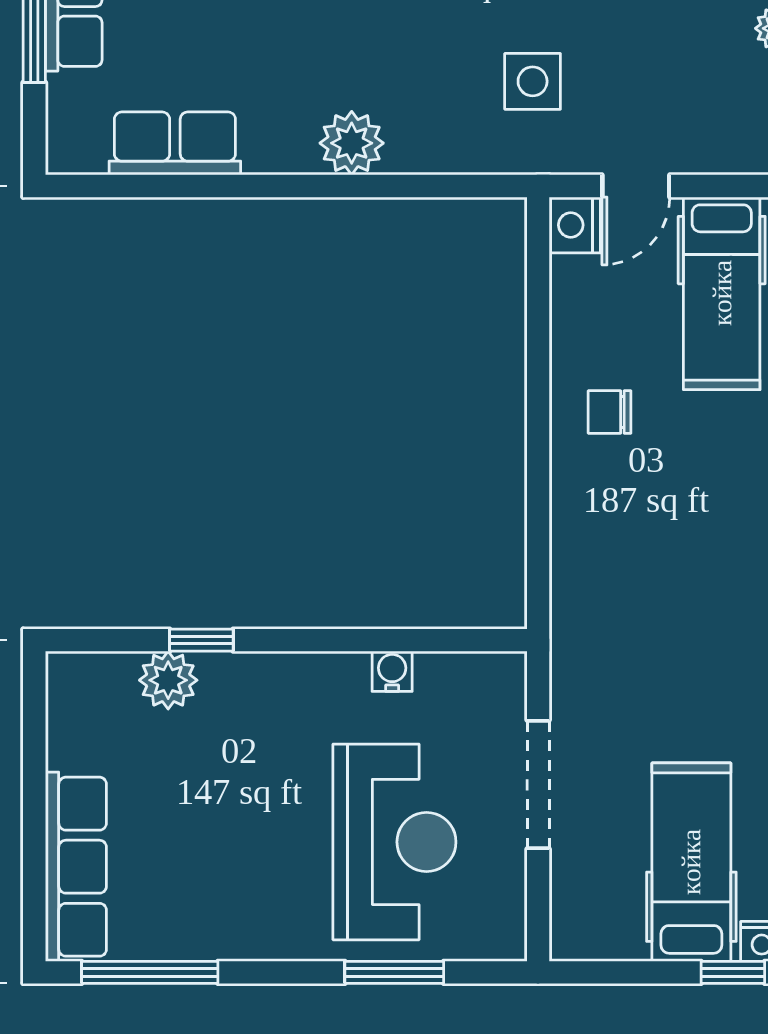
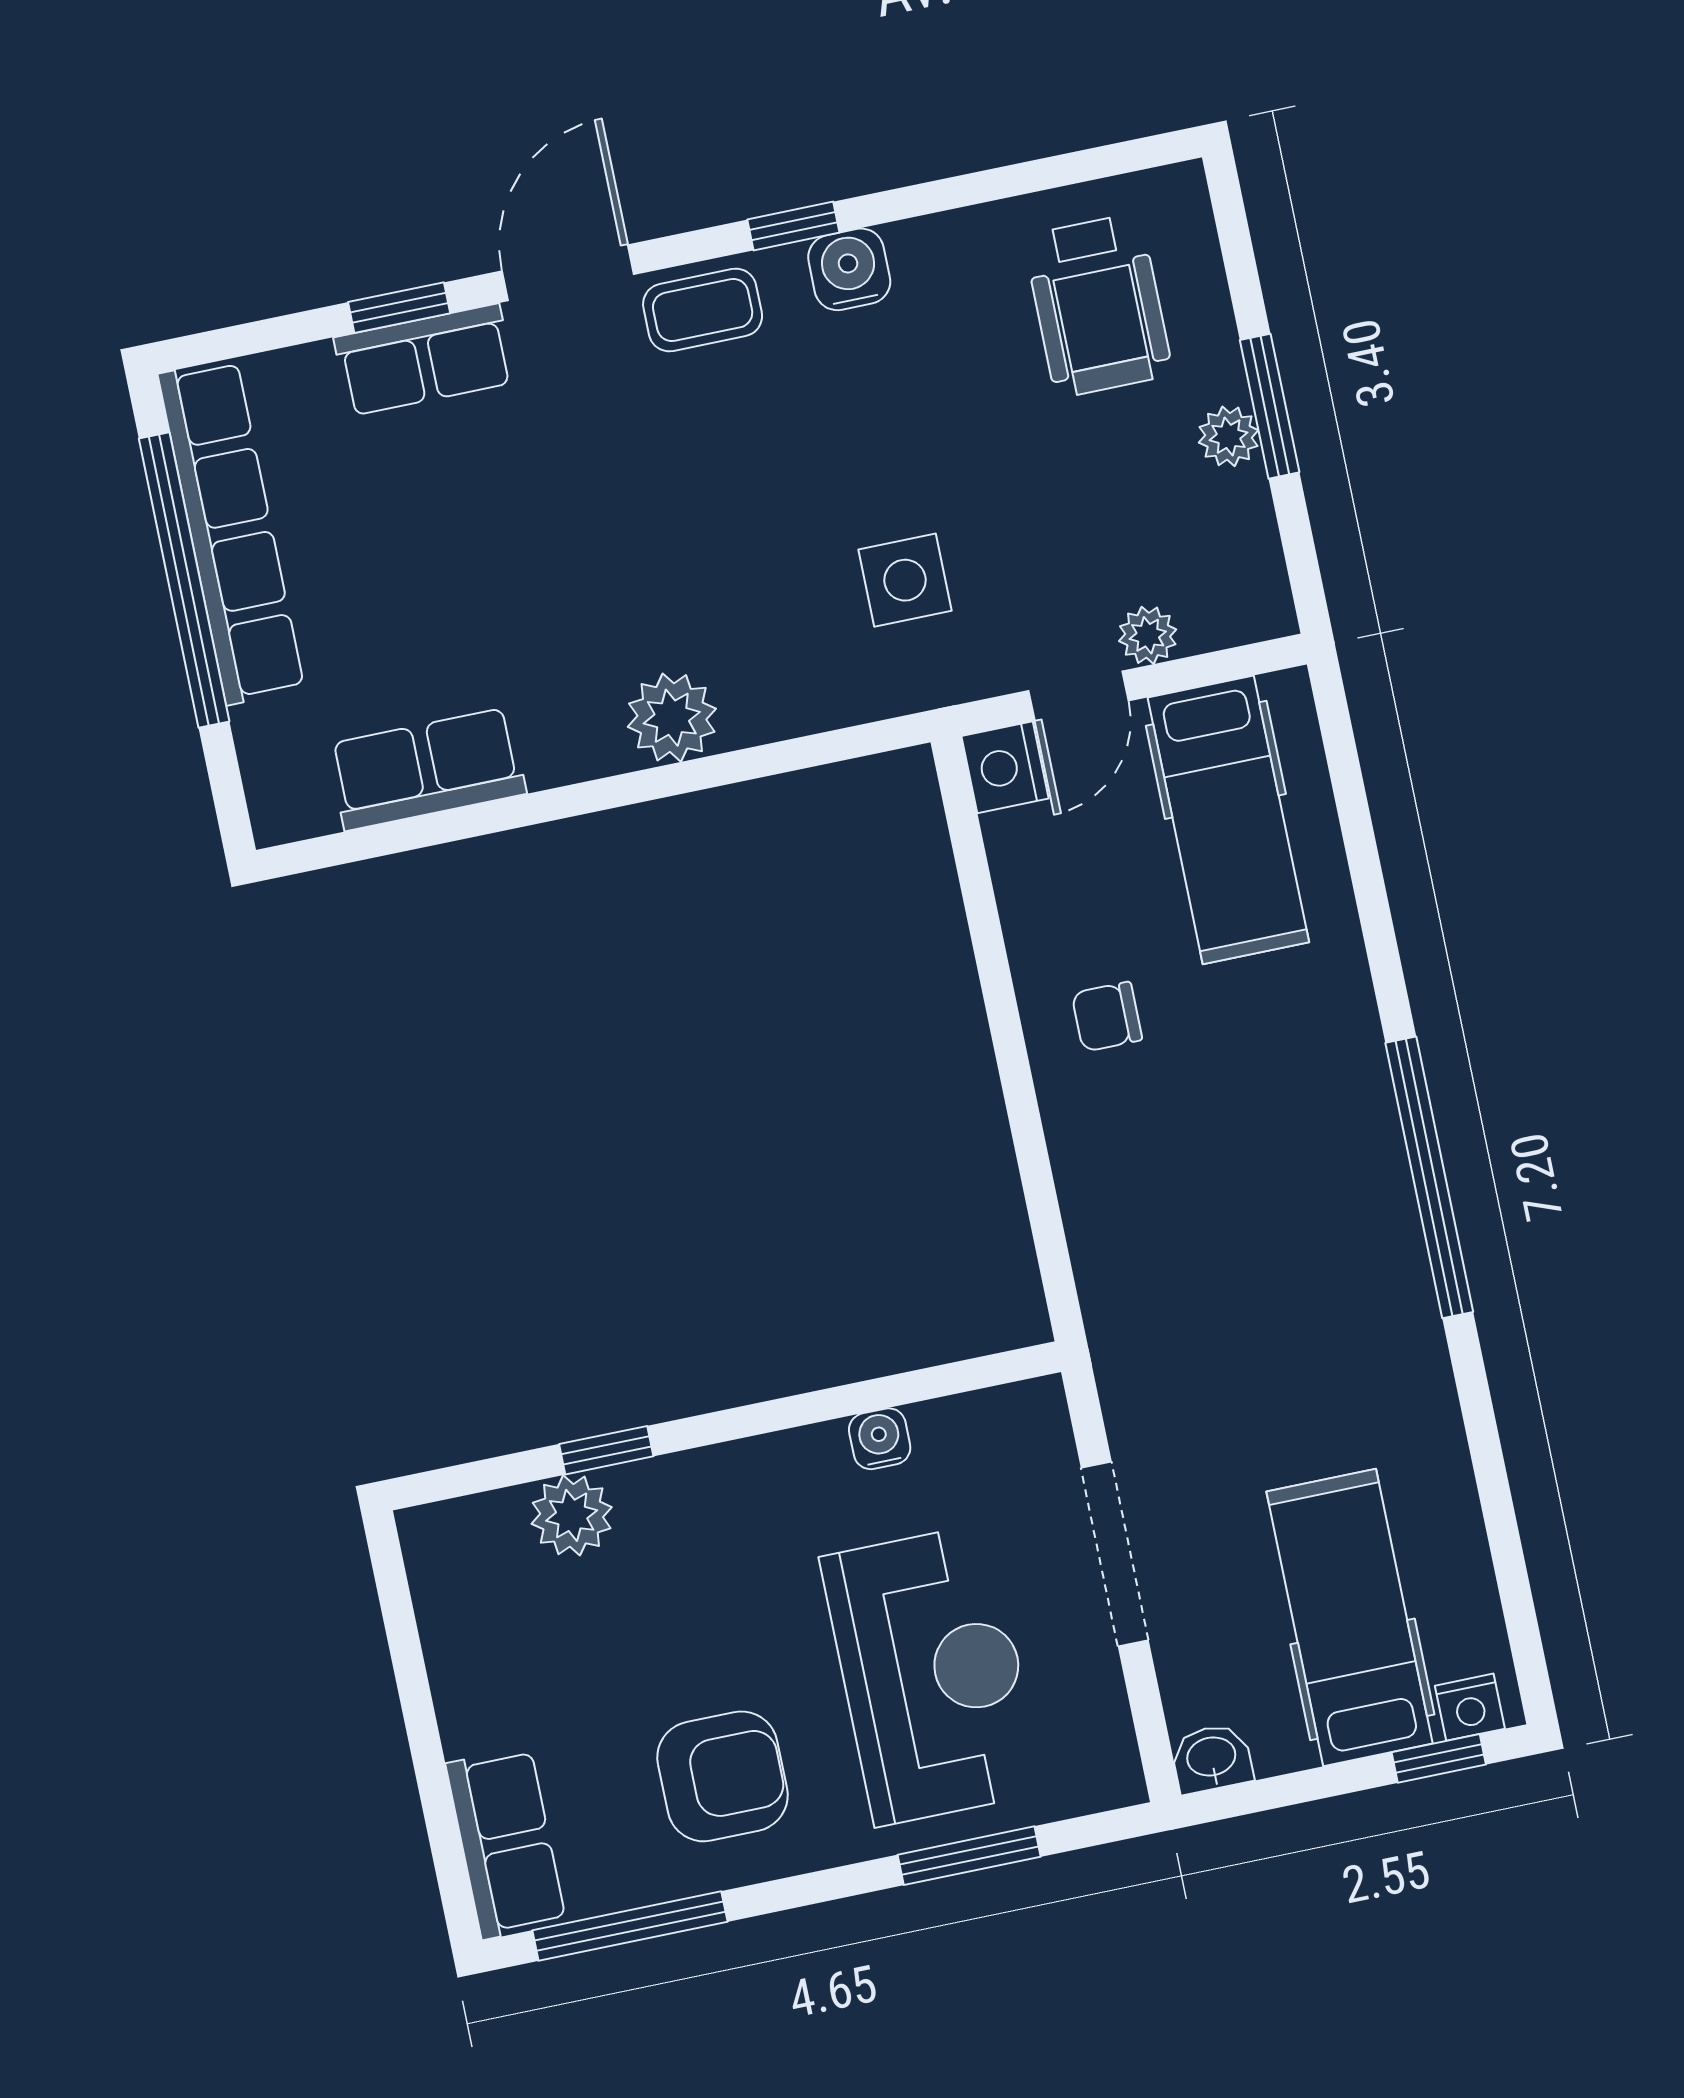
plant: (692, 154) -> (1148, 635), added
row of seats: (76, 867) -> (506, 1843), width x0.68
armchair: (235, 882) -> (723, 1776), added
washbasin: (576, 940) -> (1212, 1758), added

